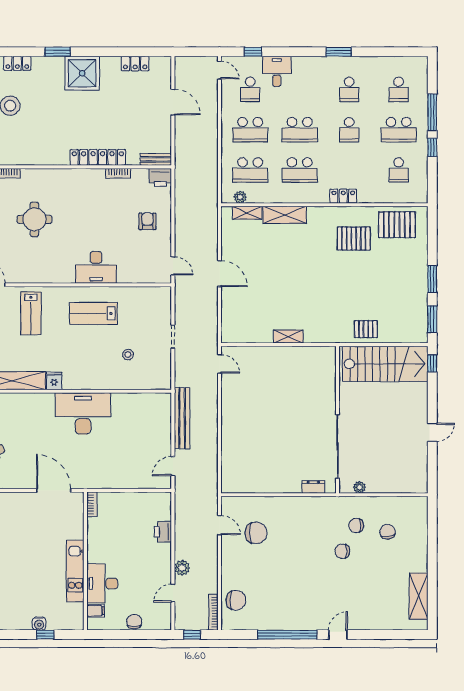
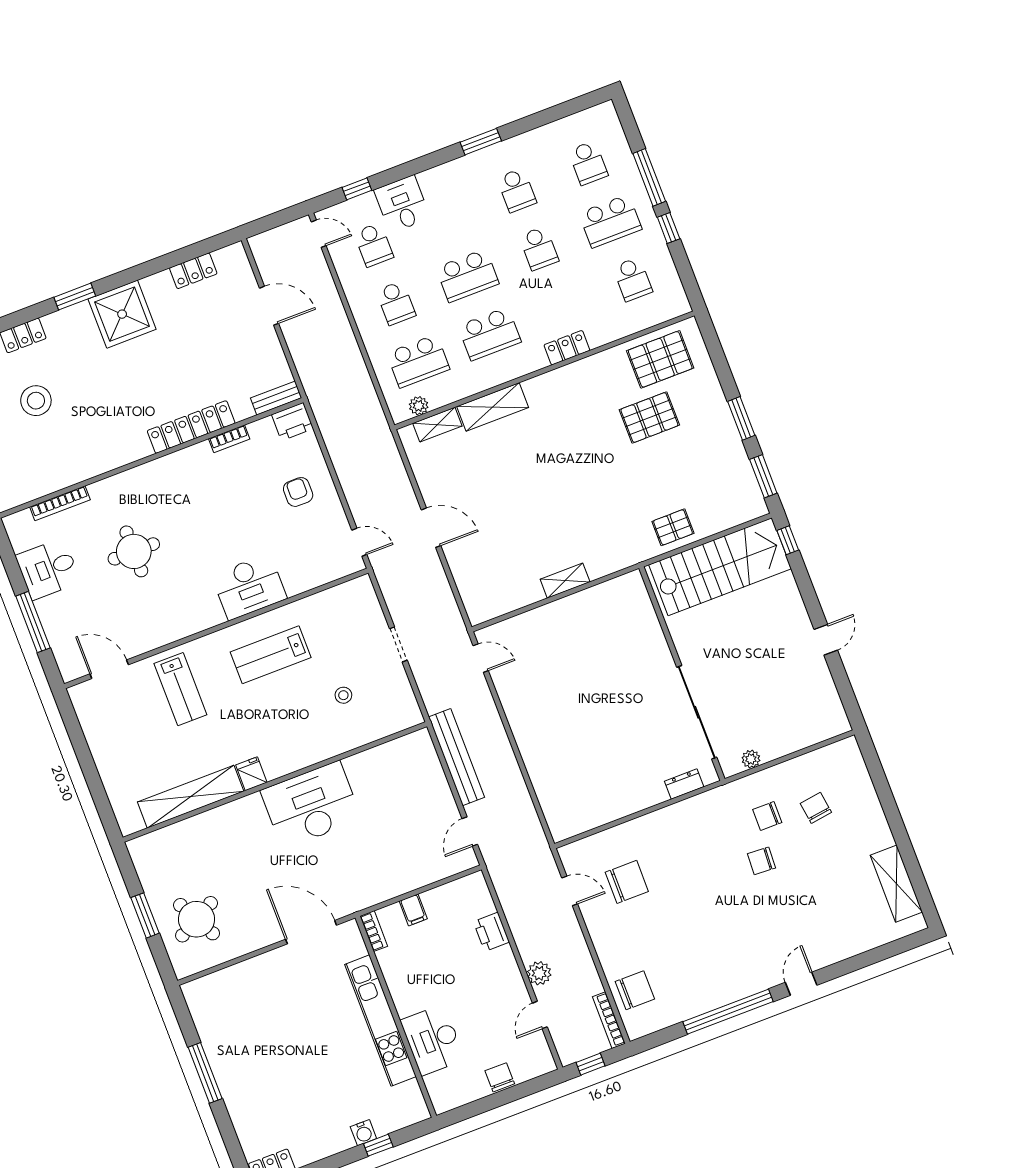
school desk: (250, 130) -> (396, 303), width x0.54
pallet: (354, 239) -> (649, 417), moved
kitchen unit: (75, 571) -> (380, 1020), width x1.36
filing cabinet: (96, 611) -> (413, 910), moved, turned 90

